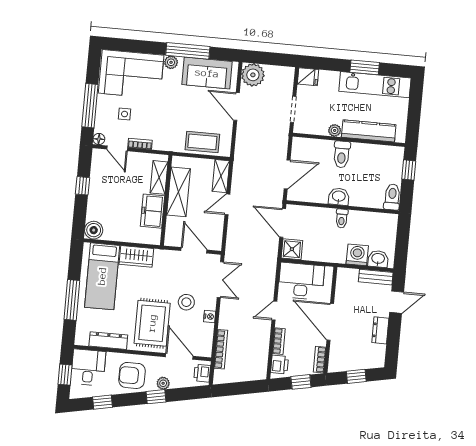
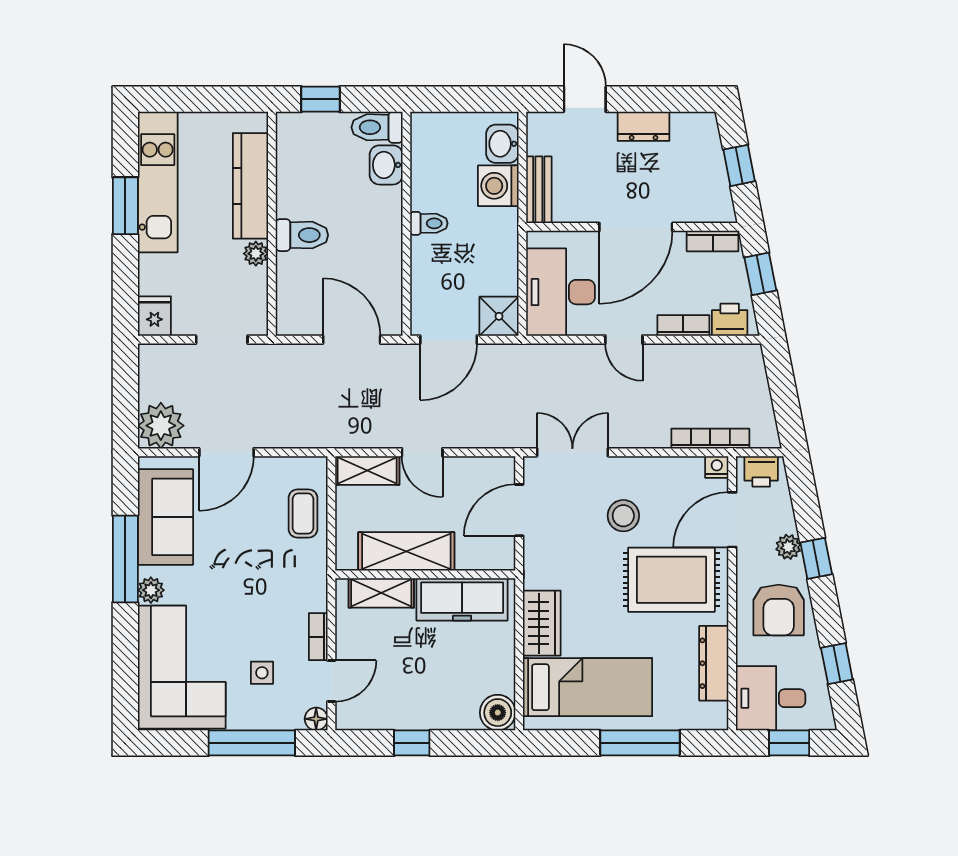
coffee table: (202, 142) -> (303, 513), width x0.73, depth x0.77
washbasin: (339, 197) -> (386, 165), moved
freezer: (153, 211) -> (462, 599), width x1.40
bench: (376, 277) -> (539, 190), moved
nightstand: (210, 316) -> (717, 467), moved

